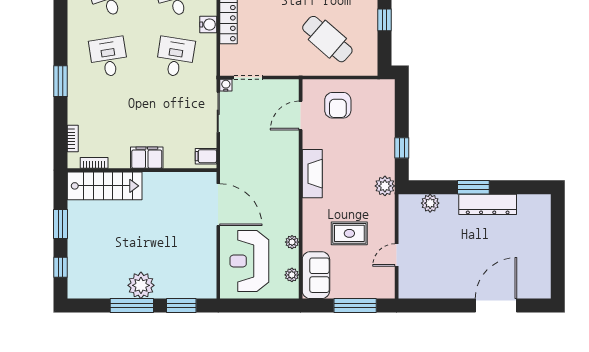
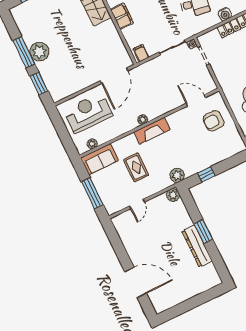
fireplace: (312, 174) -> (152, 131), moved
plant: (430, 203) -> (173, 195), moved
plant: (292, 242) -> (143, 120), moved
door: (397, 255) -> (137, 204), swing flipped

